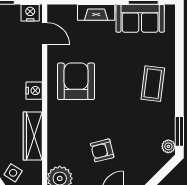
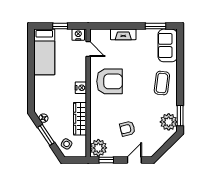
sofa: (140, 18) -> (168, 45), moved, turned 90
armchair: (76, 81) -> (110, 81), turned 90
plant: (168, 146) -> (169, 122), width x1.88, depth x1.88

